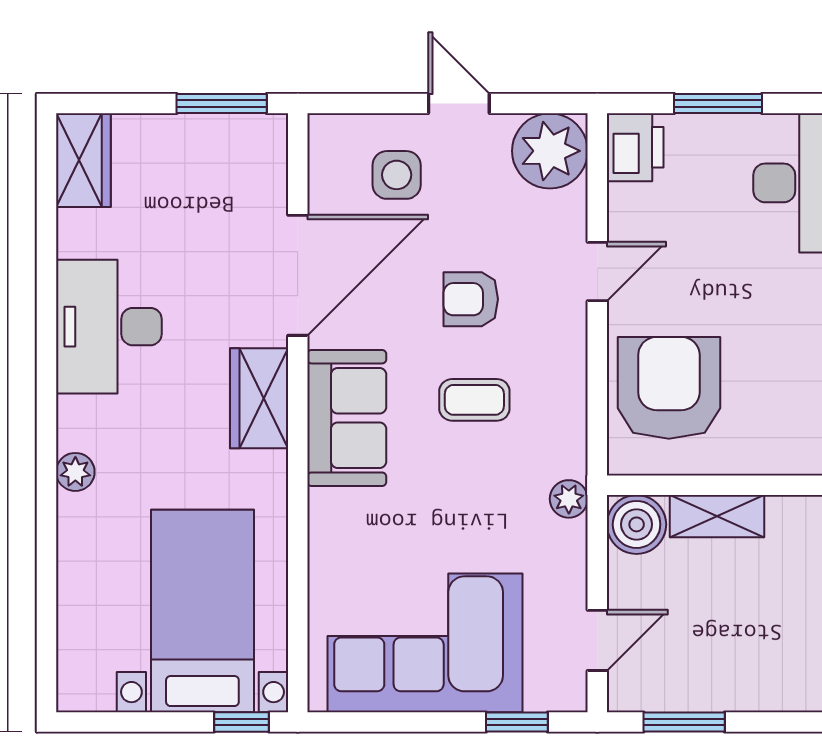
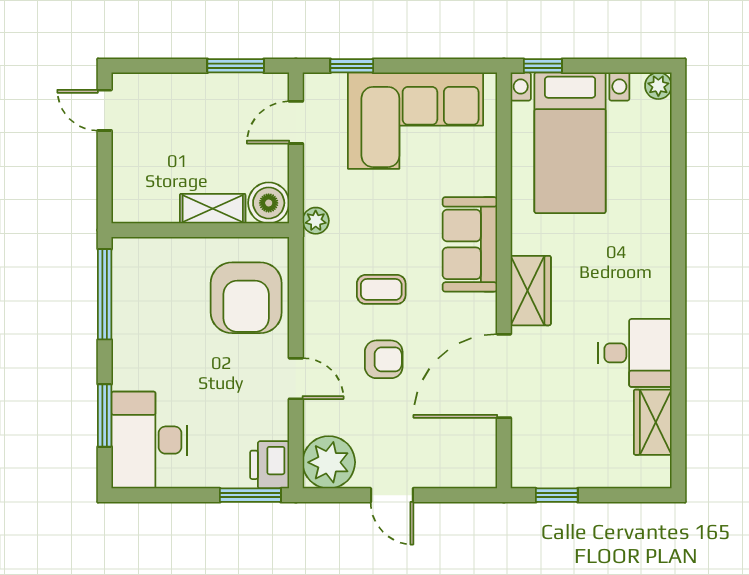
window: (222, 104) -> (557, 495), width x0.67
window: (718, 104) -> (250, 495), moved
wardrobe: (83, 160) -> (653, 422), moved
side table: (397, 175) -> (435, 446), removed
door: (597, 271) -> (296, 379), swing flipped
desk: (109, 327) -> (635, 353), width x0.73
sofa: (347, 418) -> (470, 244), moved
plant: (75, 472) -> (658, 86), moved

